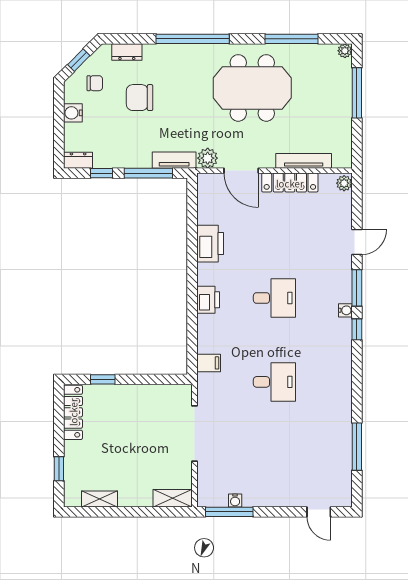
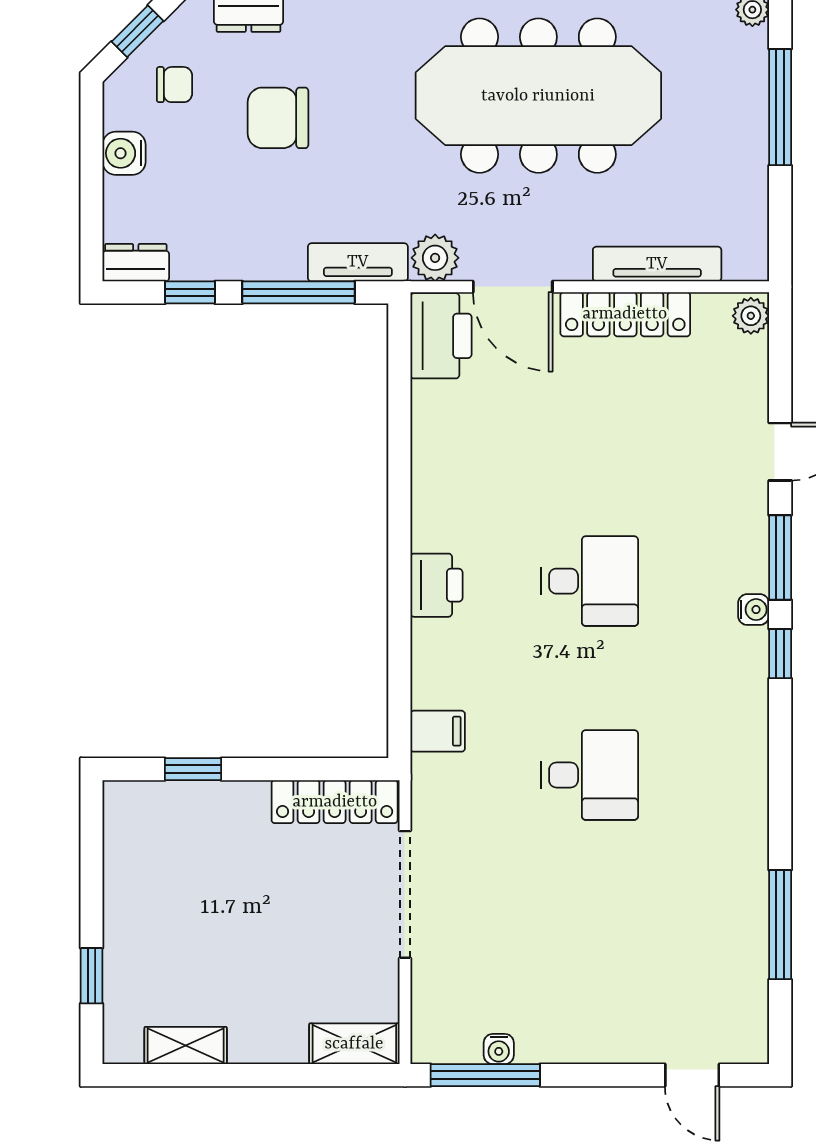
meeting table: (252, 88) -> (538, 96), width x1.36
printer: (210, 244) -> (441, 336), moved
locker: (73, 412) -> (335, 802), moved, turned 90

